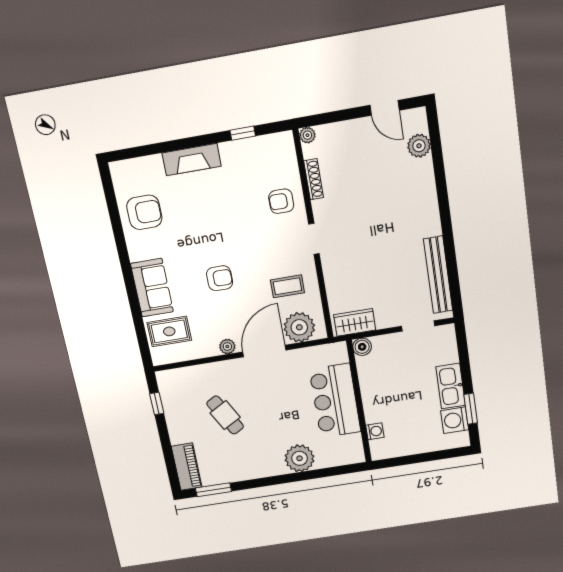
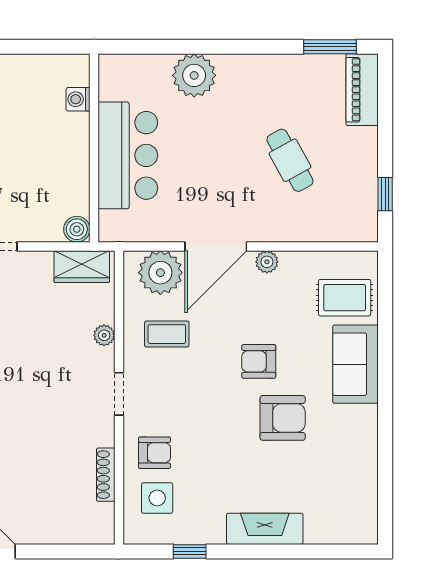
plant: (307, 135) -> (104, 335), moved
side table: (273, 169) -> (157, 498), added
armchair: (144, 212) -> (283, 418), moved, turned 180

